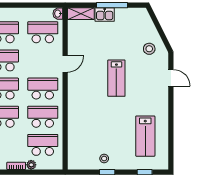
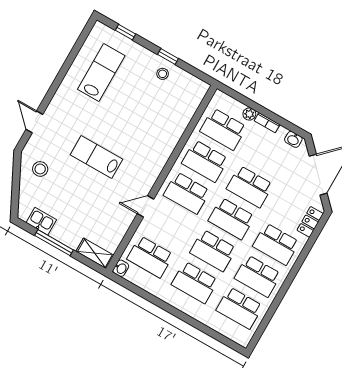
kitchen sink: (105, 15) -> (41, 221), moved
lab bench: (116, 78) -> (96, 157), turned -90

